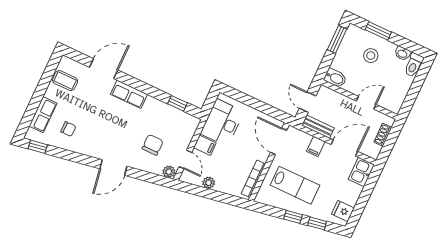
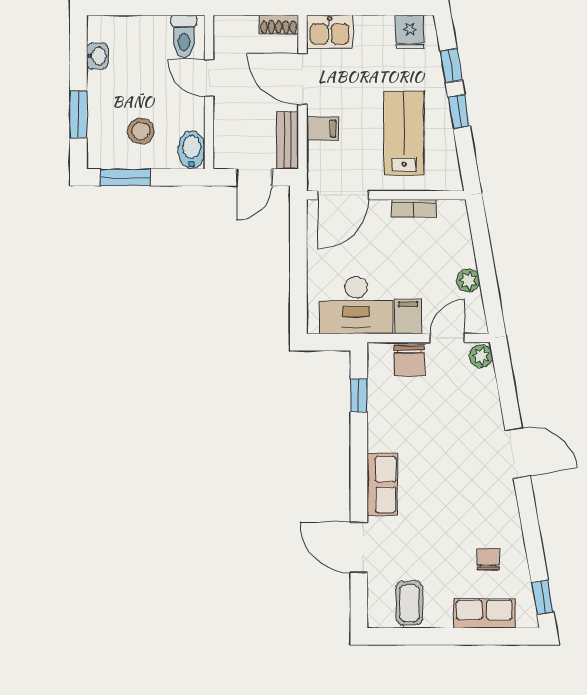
stool: (371, 56) -> (141, 131), moved
toilet: (414, 65) -> (184, 36), moved, turned 90
shoe rack: (383, 135) -> (279, 25), moved
chair: (153, 145) -> (409, 361), moved, turned -90
bookcase: (253, 179) -> (414, 208), width x0.64

